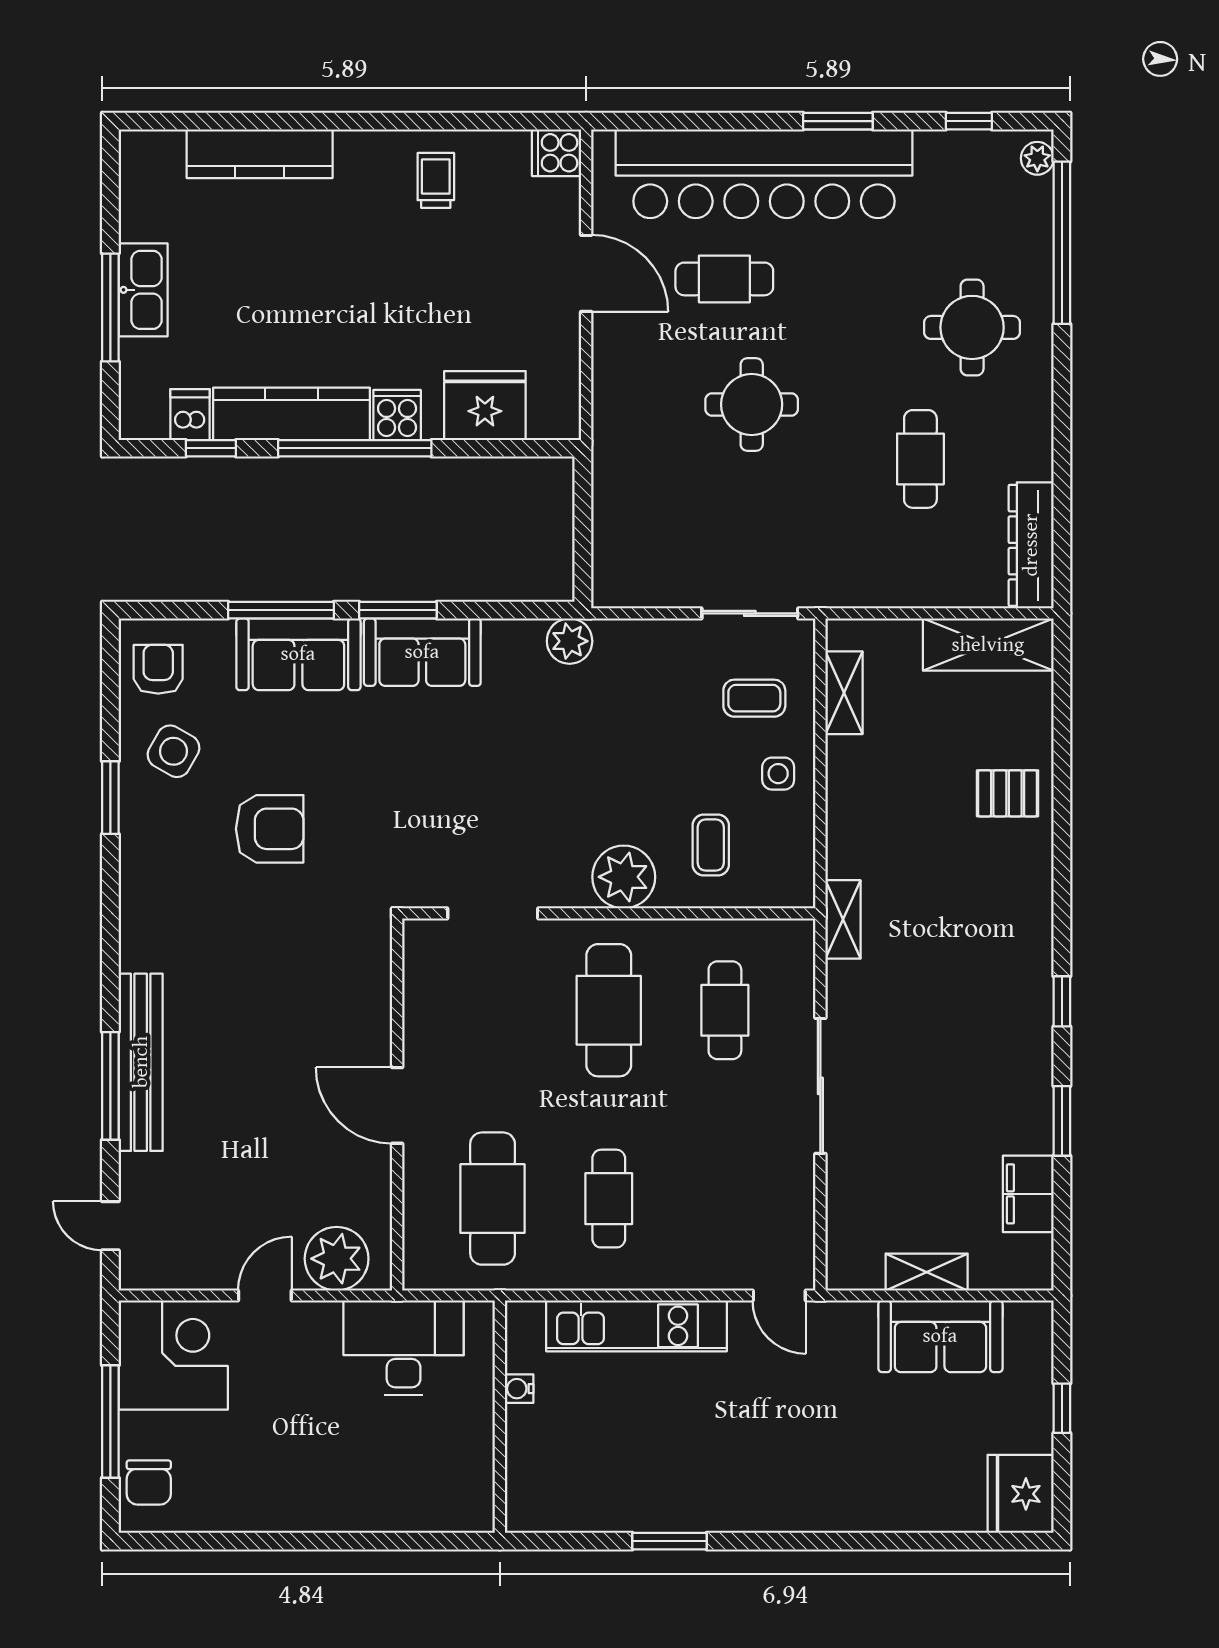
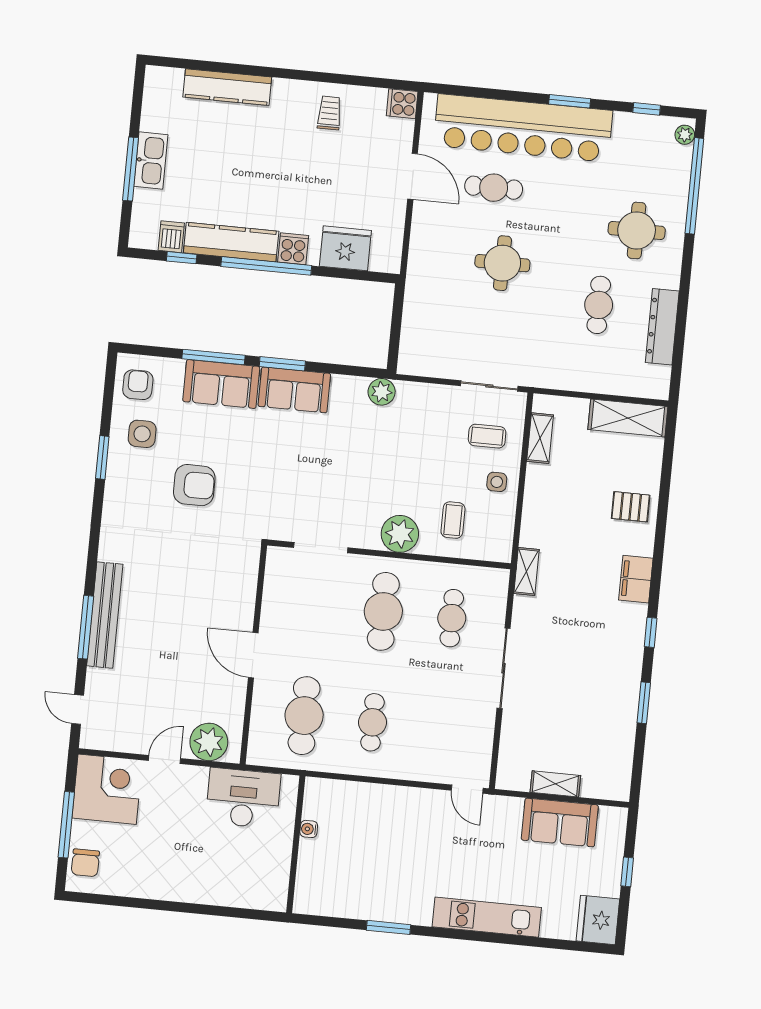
dresser: (1031, 545) -> (662, 327), moved
side table: (173, 751) -> (142, 434), turned -30
filing cabinet: (1028, 1194) -> (636, 579), moved
kitchen unit: (636, 1326) -> (487, 917), moved, turned 180

